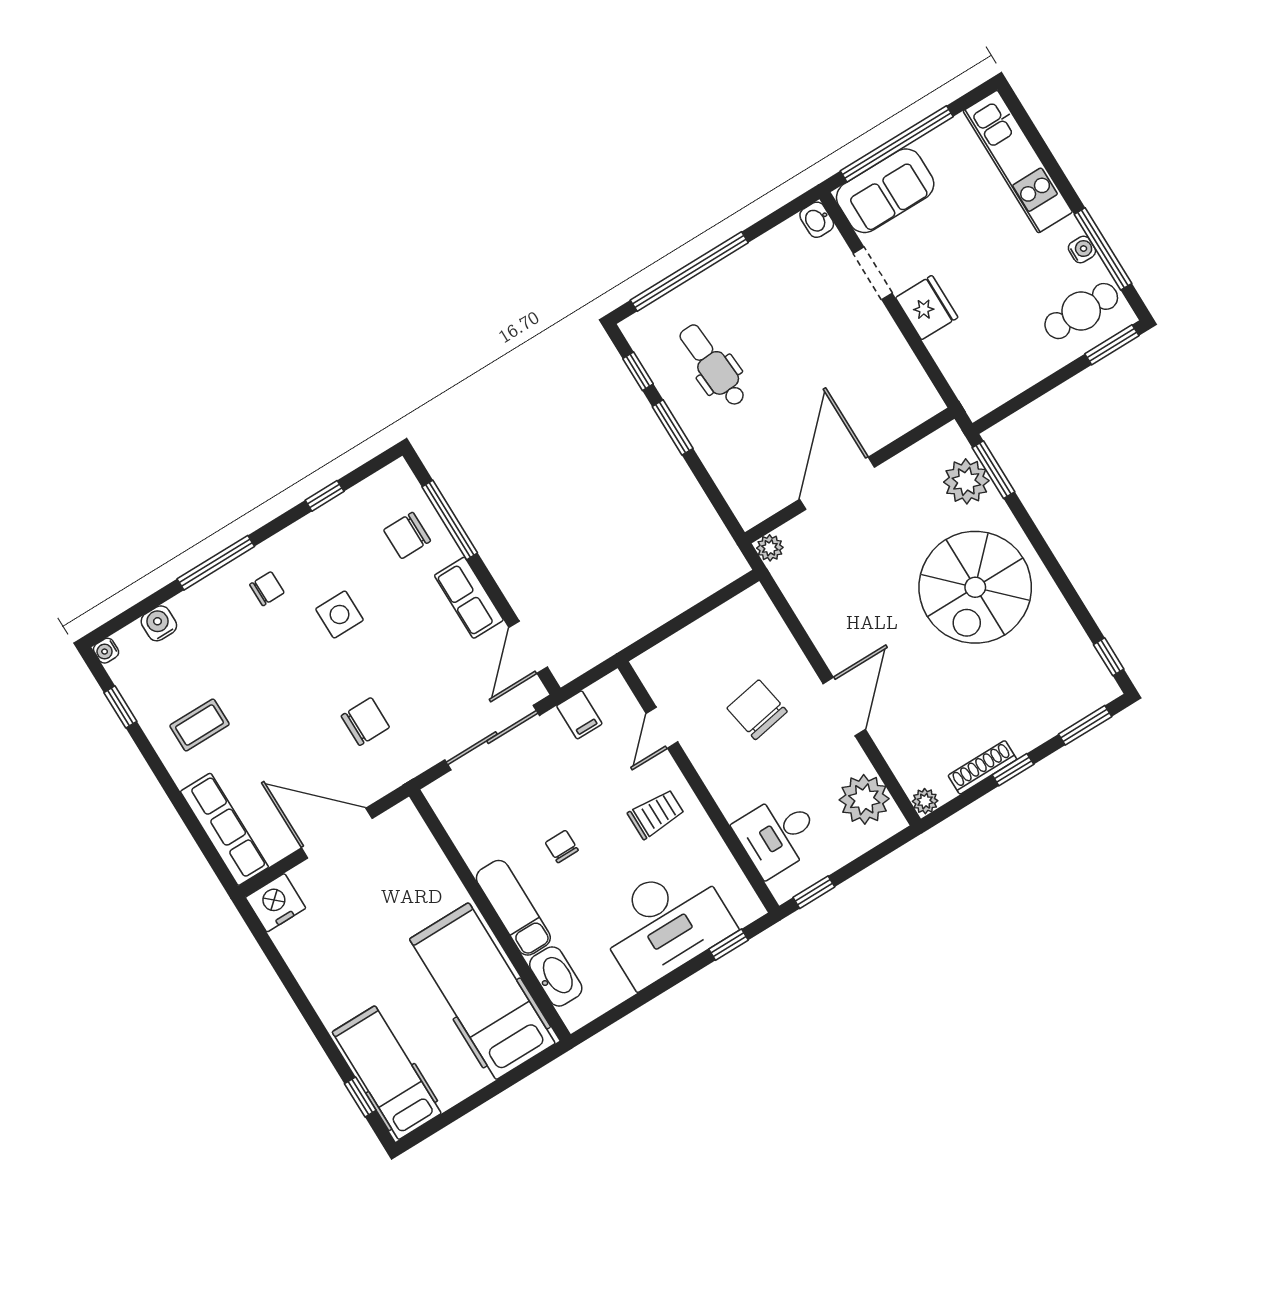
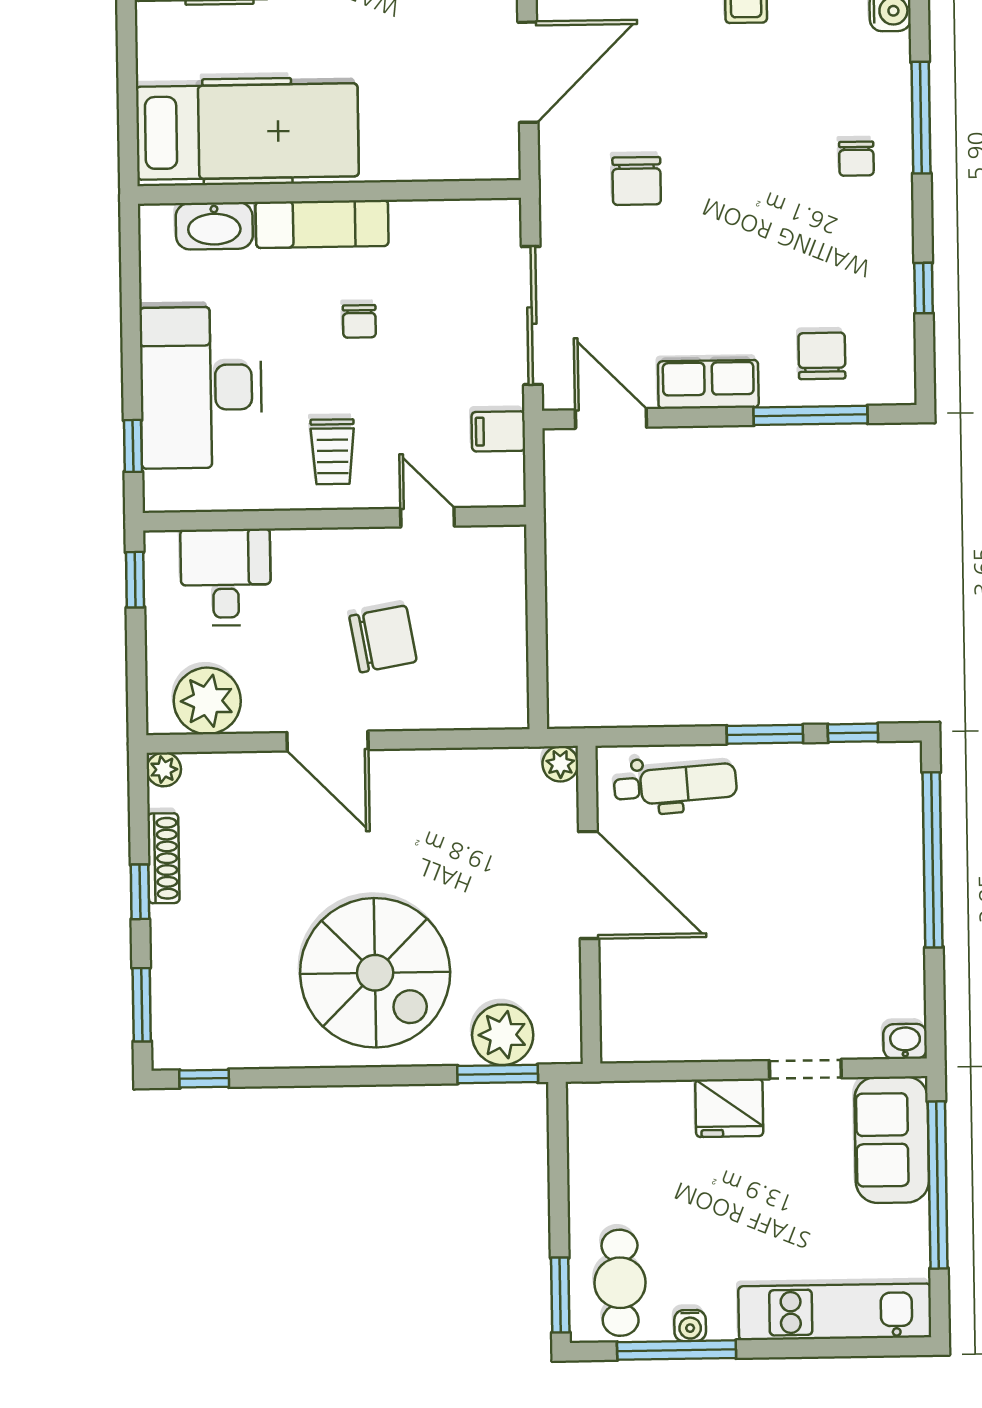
dental chair: (713, 365) -> (675, 785), moved
spiral stairs: (975, 587) -> (375, 973), turned 180
side table: (340, 614) -> (777, 224), removed
chair: (562, 846) -> (359, 321), turned 90

